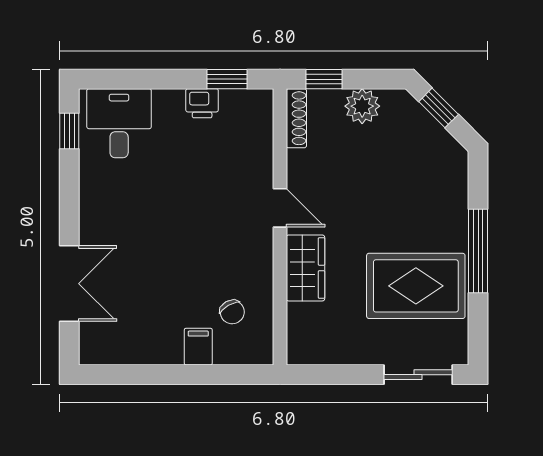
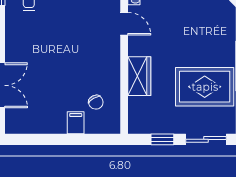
door: (280, 208) -> (124, 24), moved
window: (344, 375) -> (162, 139), added

